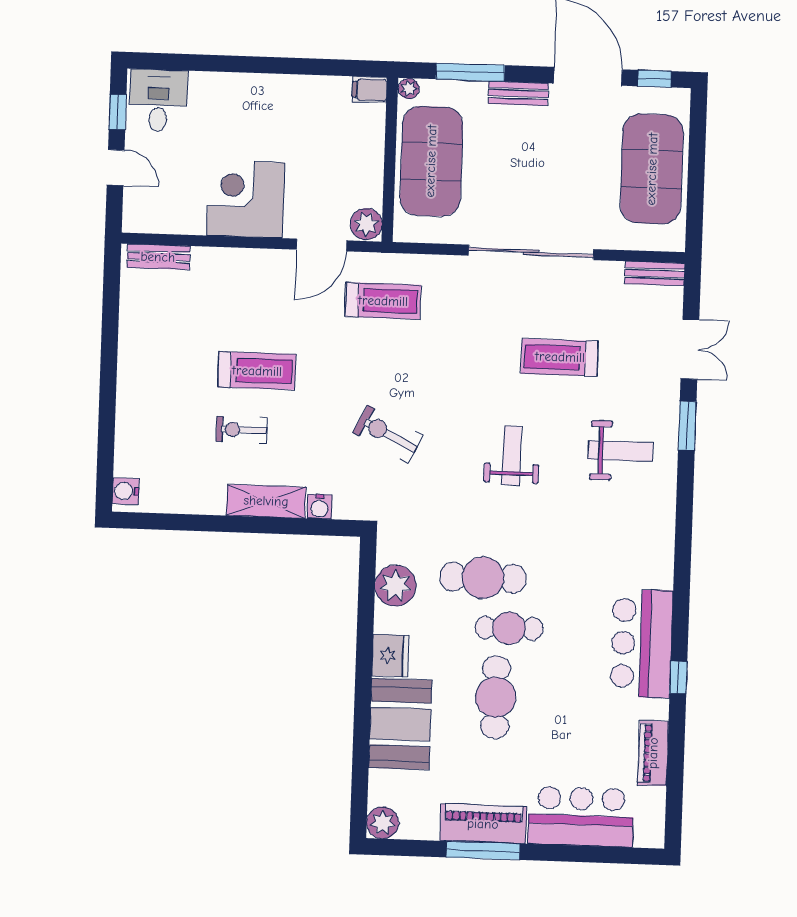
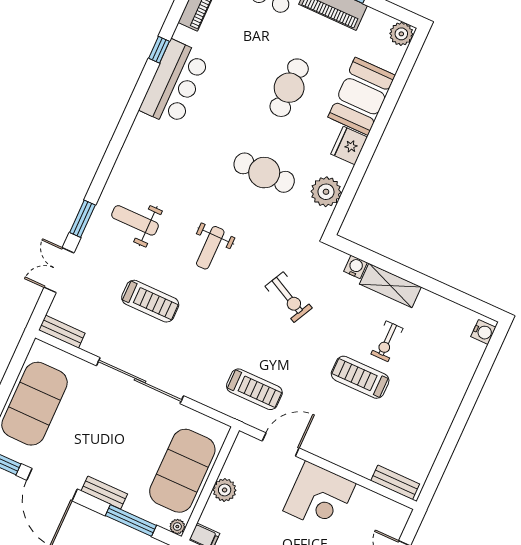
plant: (366, 224) -> (225, 490), moved
treadmill: (383, 301) -> (254, 389), turned 180
exercise bike: (242, 430) -> (387, 341), turned 90
cafe table: (509, 628) -> (261, 131), removed

